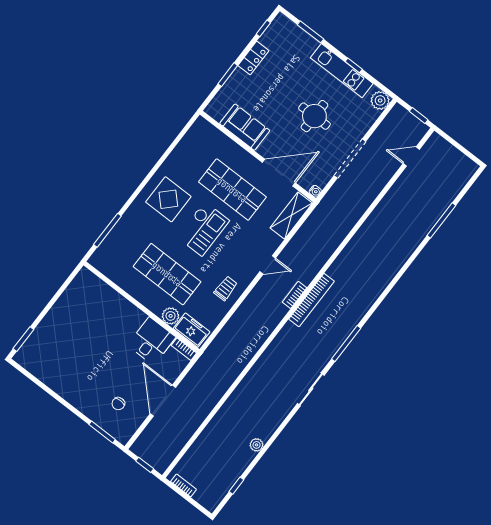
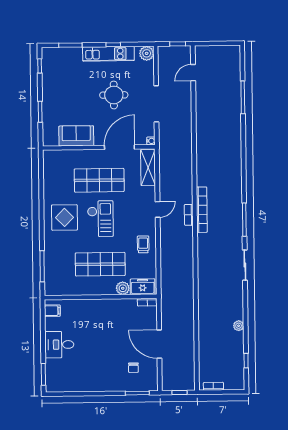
locker: (253, 58) -> (48, 89), removed
filing cabinet: (83, 283) -> (52, 311), added
desk: (152, 341) -> (59, 345), moved, turned -90

